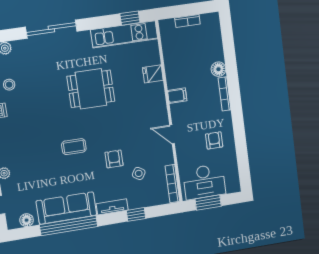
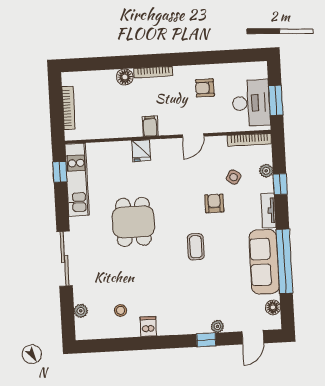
bookcase: (188, 21) -> (68, 108), width x1.56
fridge: (153, 74) -> (141, 151), moved
armchair: (114, 159) -> (214, 203), turned 90
plant: (147, 201) -> (266, 171), added

